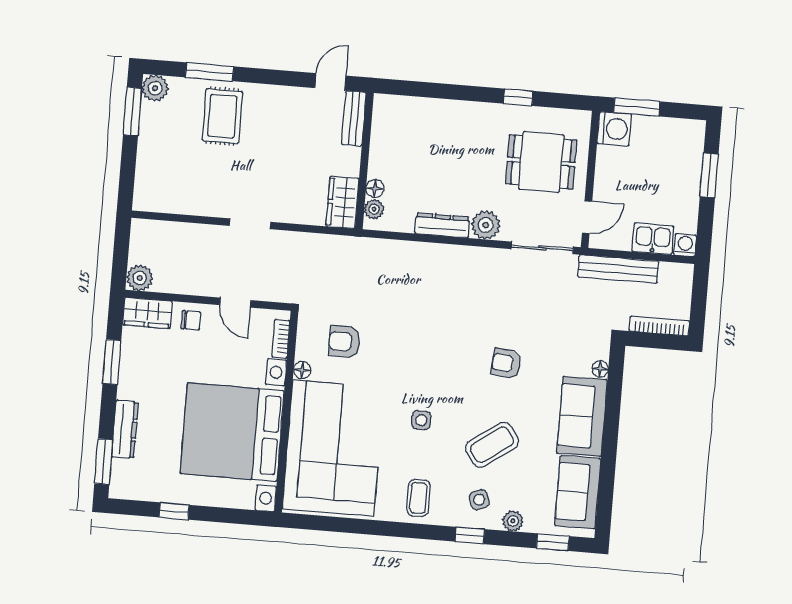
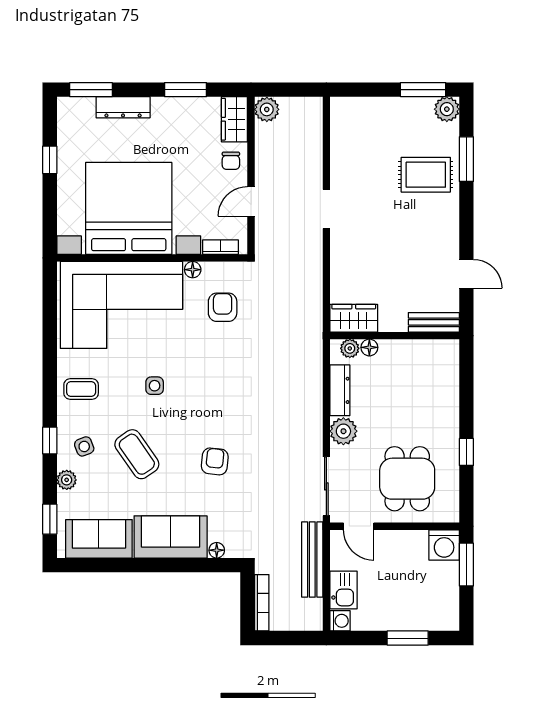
bench: (354, 118) -> (434, 322), moved
wall: (364, 161) -> (395, 336), moved
floor lamp: (375, 188) -> (369, 347), moved
wardrobe: (343, 202) -> (354, 318), moved
plant: (374, 209) -> (350, 348), moved

